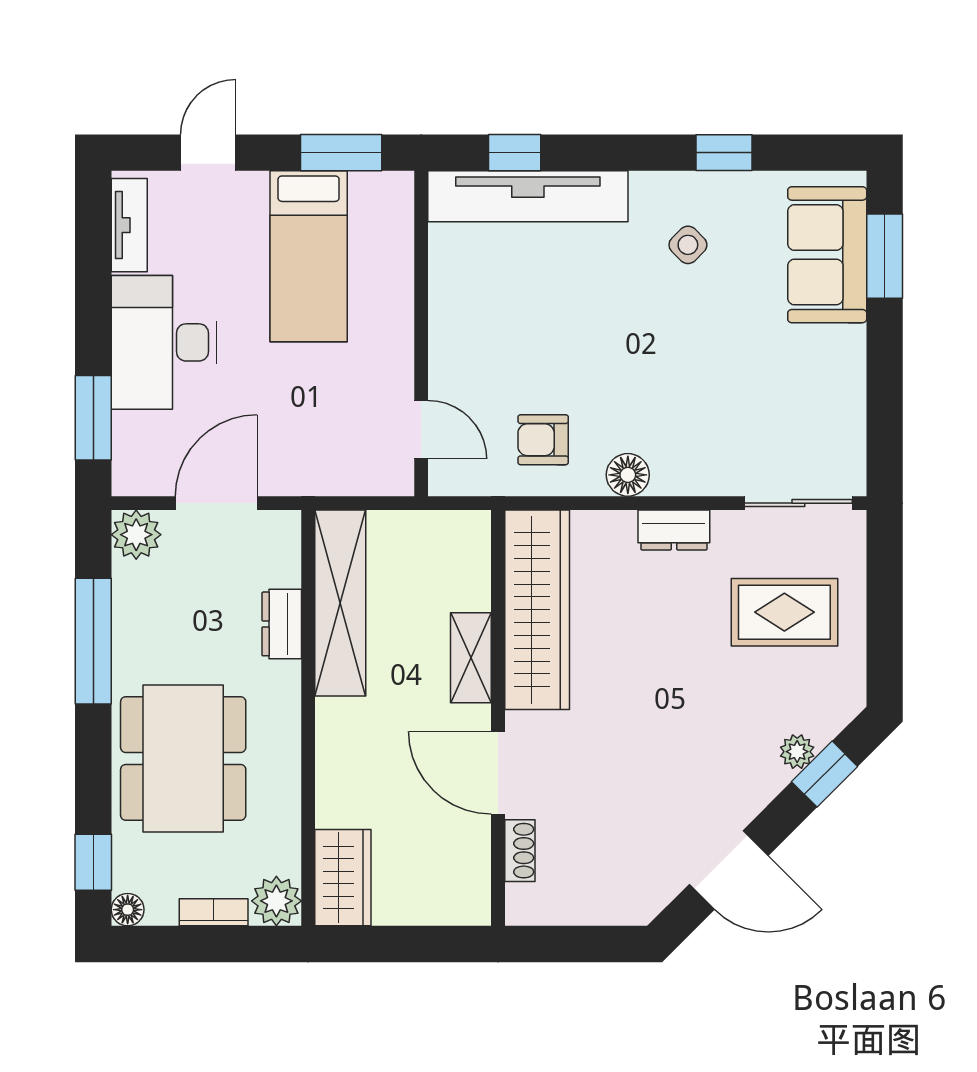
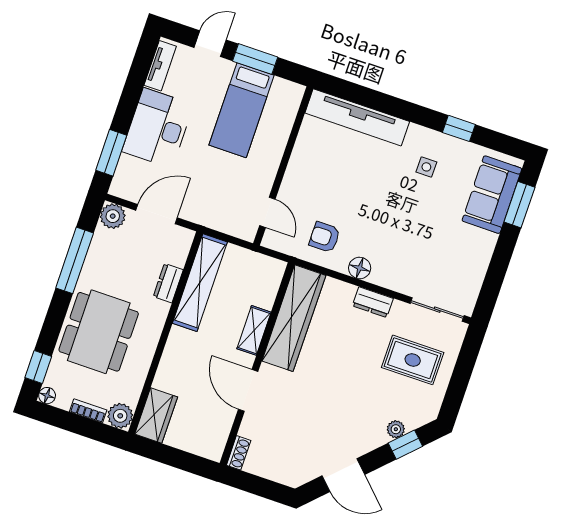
window: (341, 153) -> (255, 59), moved
window: (515, 153) -> (358, 94), removed
side table: (688, 245) -> (426, 167), turned 45
shoe rack: (520, 851) -> (239, 453), moved

